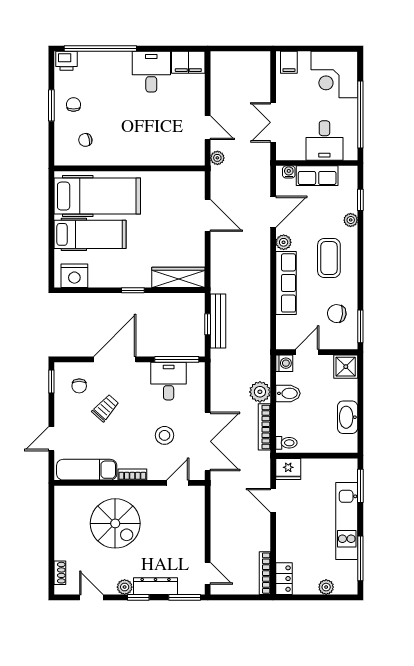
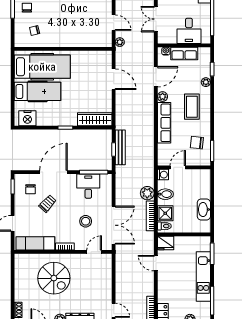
shower: (346, 367) -> (165, 213), moved

